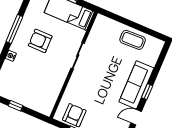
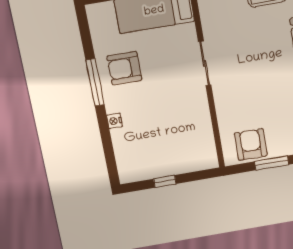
armchair: (40, 41) -> (124, 68), moved

